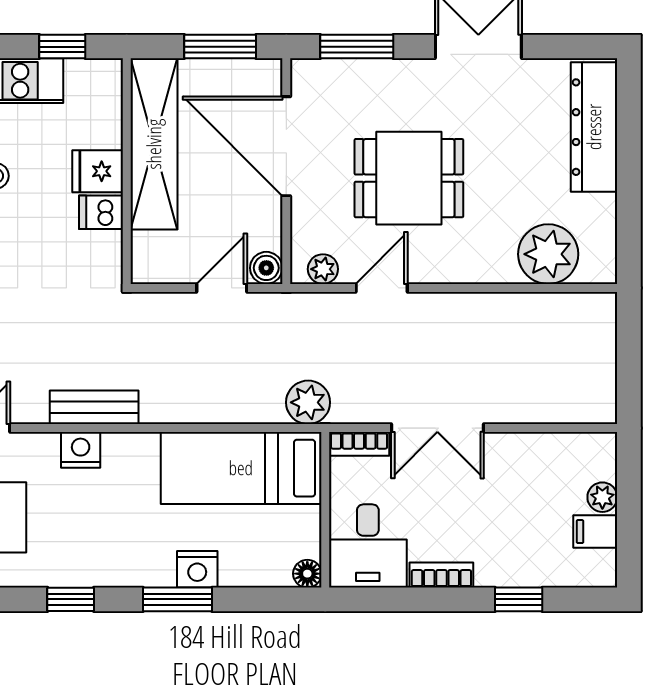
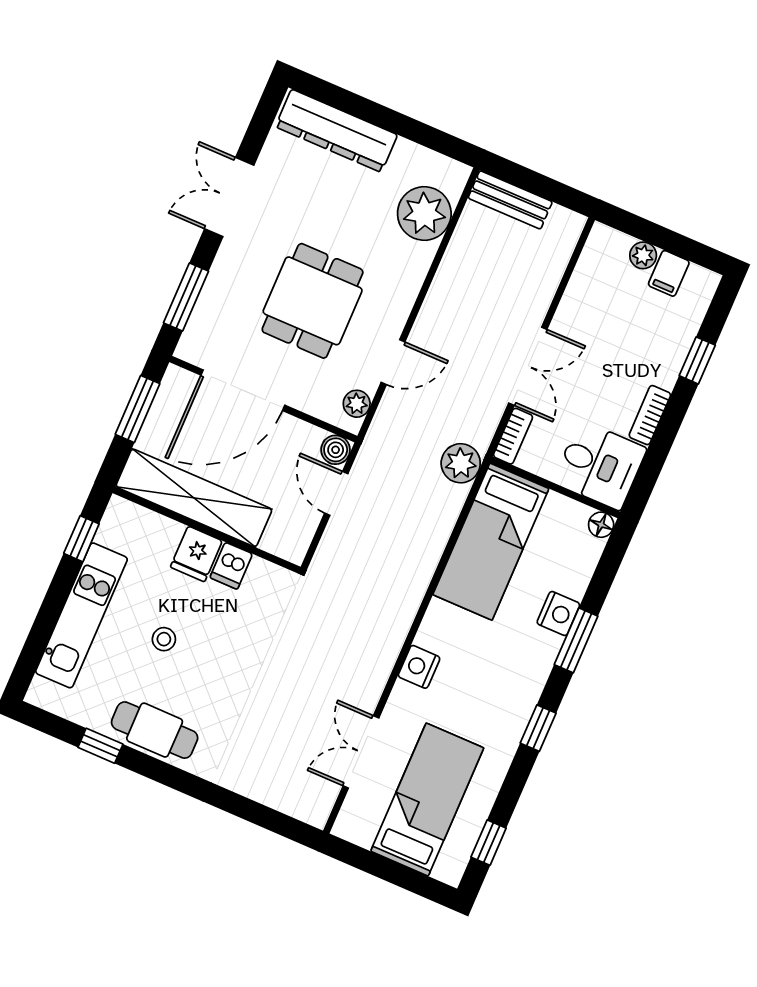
door: (382, 288) -> (393, 362), swing flipped
bench: (94, 407) -> (510, 200), moved, turned 90

